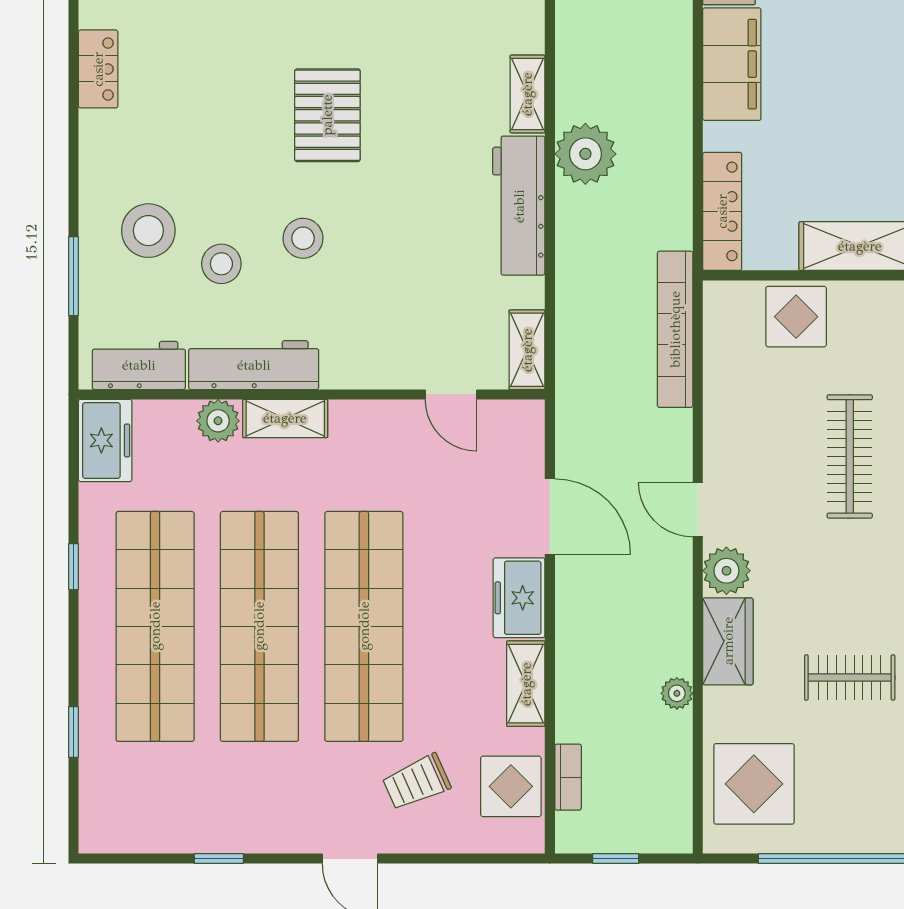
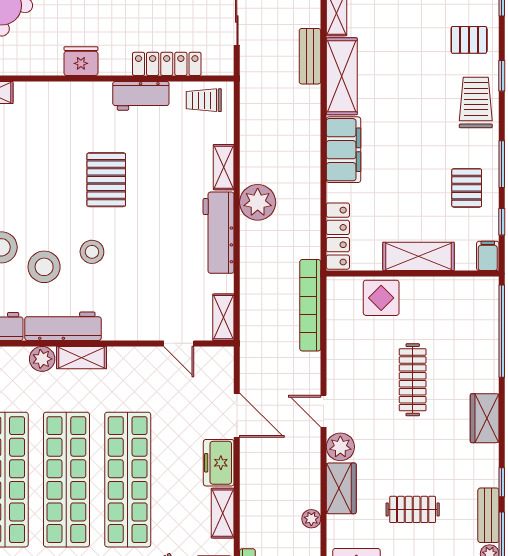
stool: (221, 264) -> (44, 267), width x1.38, depth x1.38

